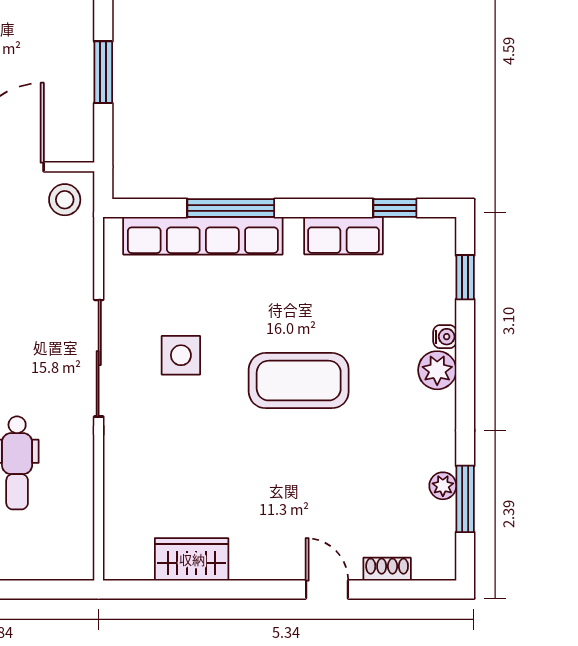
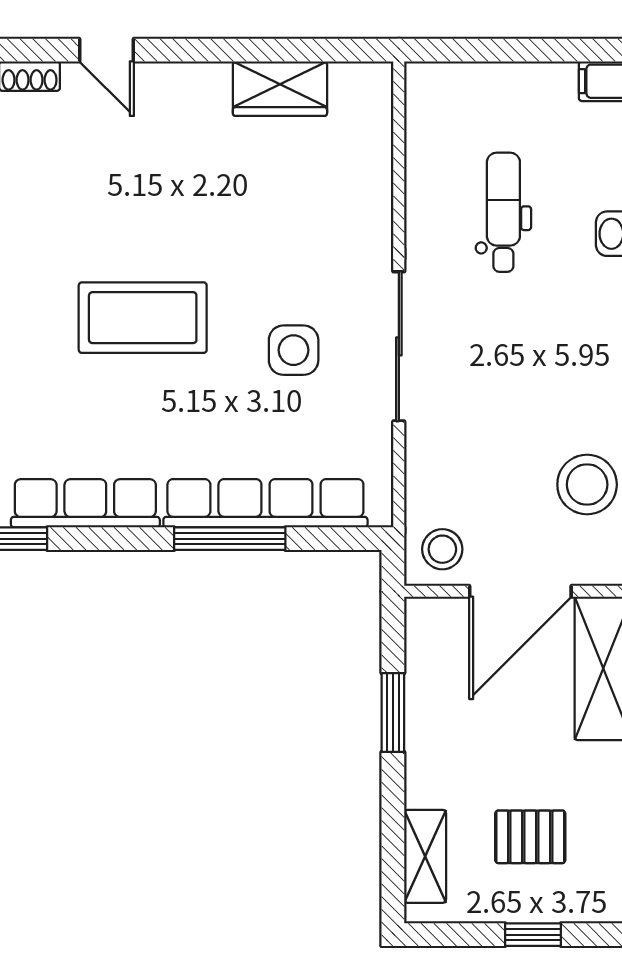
row of seats: (344, 236) -> (85, 503), width x1.48

